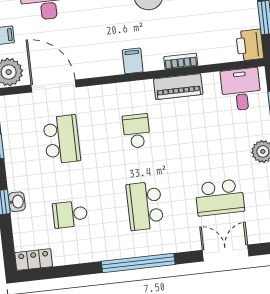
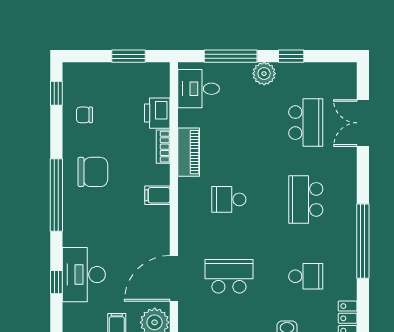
printer: (250, 45) -> (157, 113), moved, turned 90
school desk: (145, 206) -> (306, 199), turned 90
school desk: (70, 214) -> (306, 276), turned -90
window: (138, 263) -> (363, 241), moved

